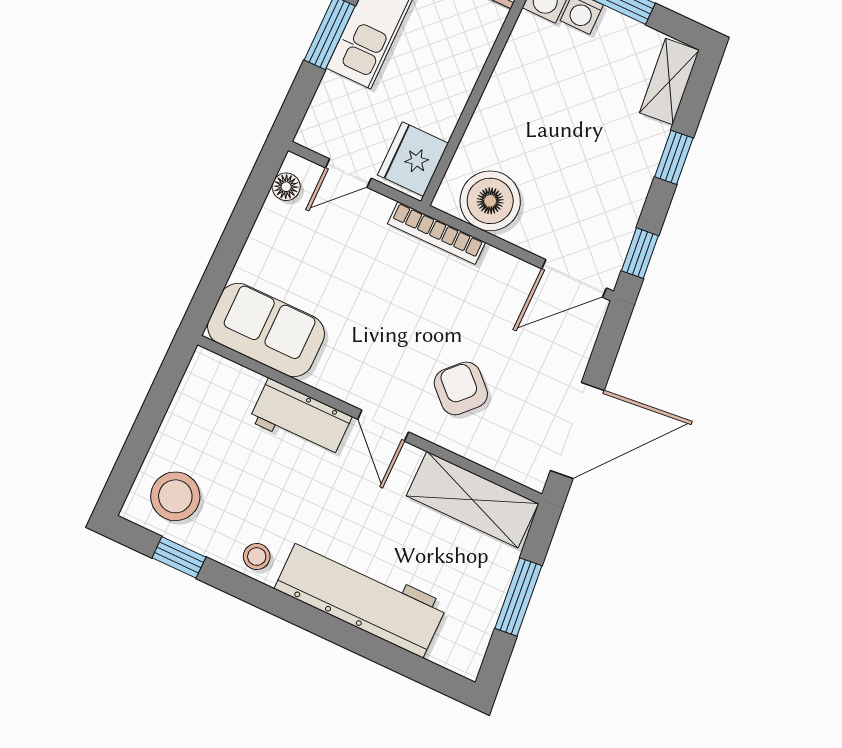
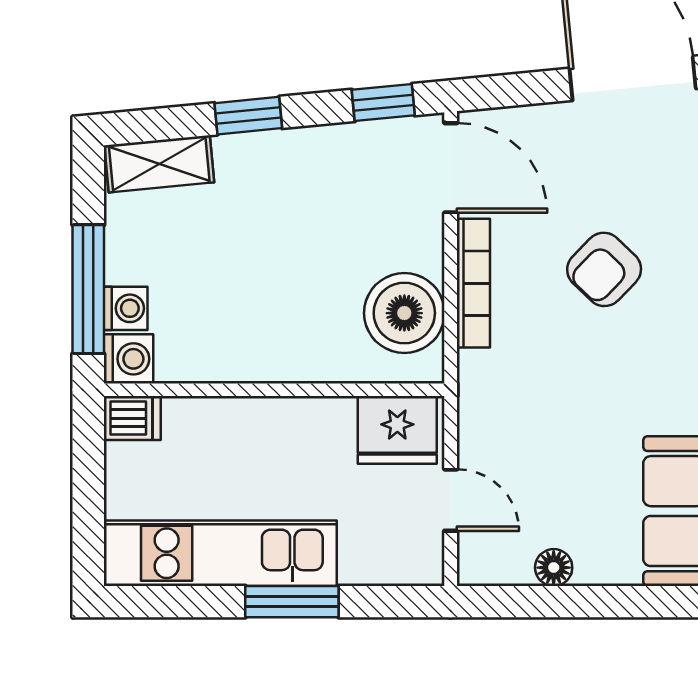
floor lamp: (286, 187) -> (554, 568), moved
bookcase: (436, 233) -> (473, 283), moved
armchair: (461, 388) -> (604, 269), moved

